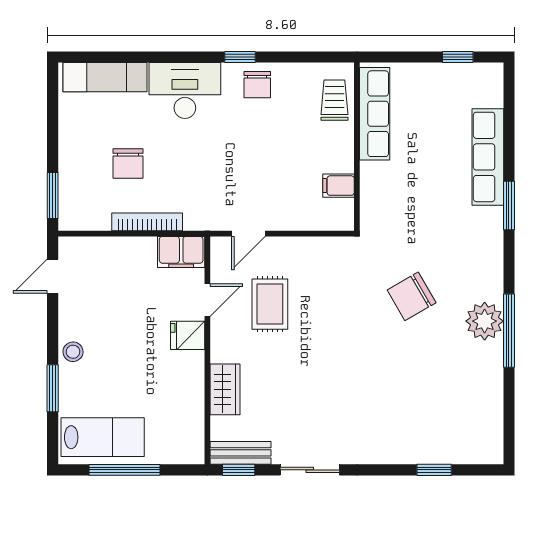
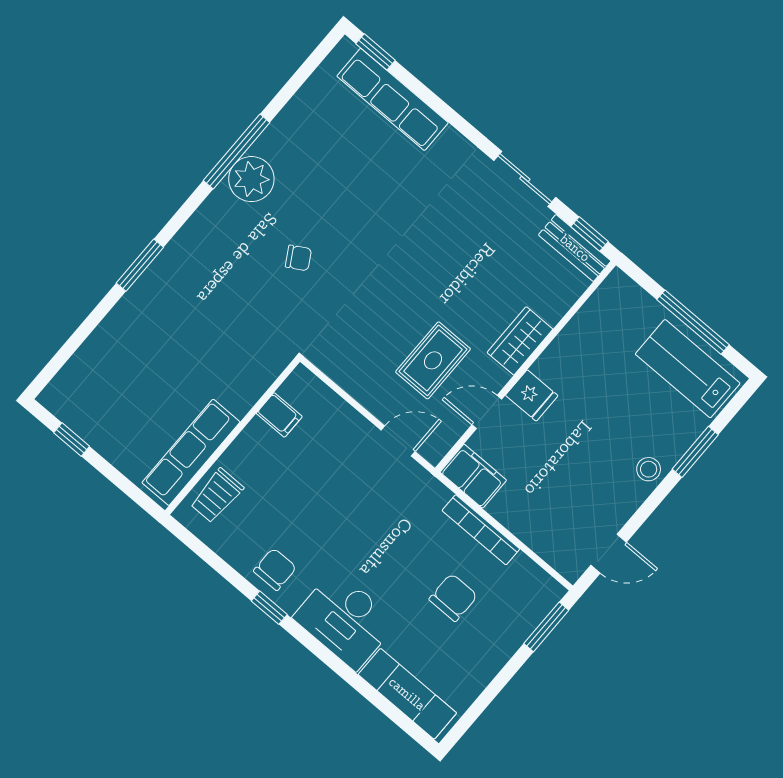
row of seats: (488, 157) -> (393, 99), moved, turned 90
chair: (412, 296) -> (298, 258), width x0.54, depth x0.54
wardrobe: (225, 389) -> (520, 341), moved
window: (434, 470) -> (376, 52), moved

